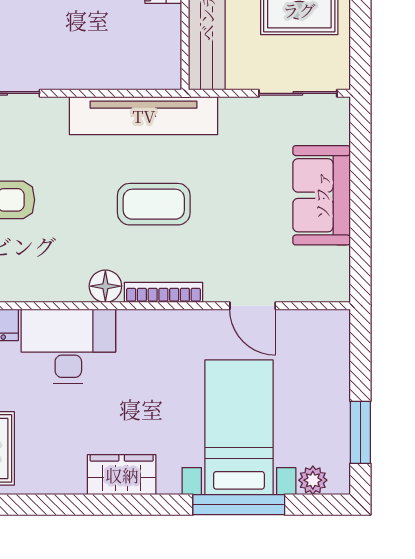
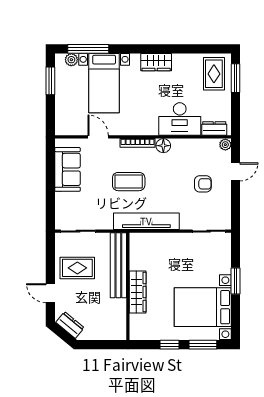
sofa: (322, 195) -> (68, 169), moved
coffee table: (154, 204) -> (129, 182), moved
window: (239, 505) -> (88, 49), moved

